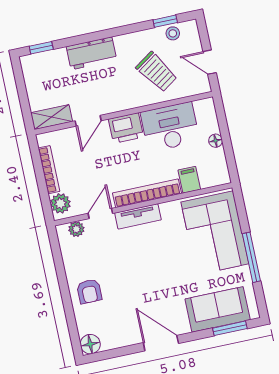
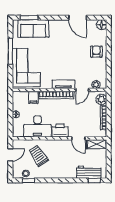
workbench: (91, 53) -> (89, 172), moved
door: (210, 62) -> (10, 155), hinge flipped
door: (88, 121) -> (78, 138), swing flipped
door: (161, 343) -> (78, 18), moved

